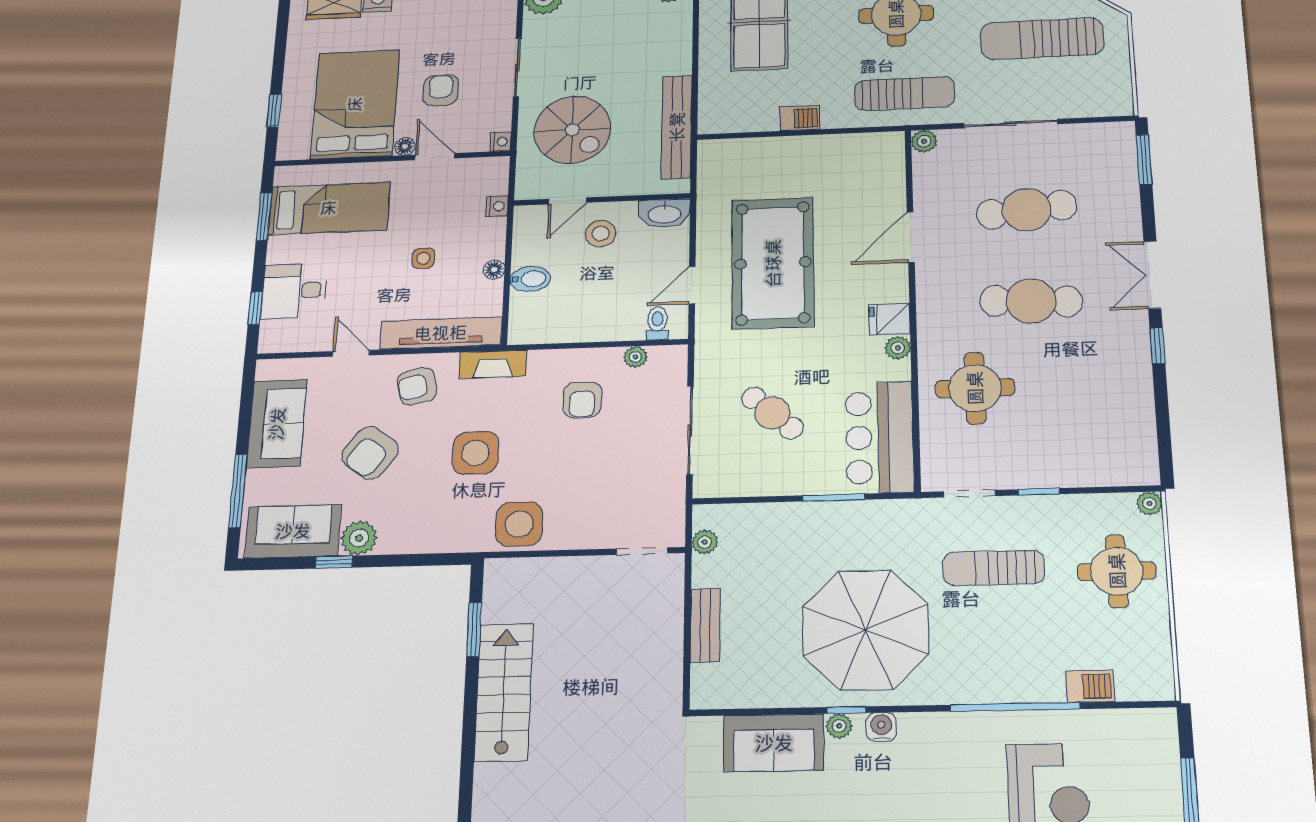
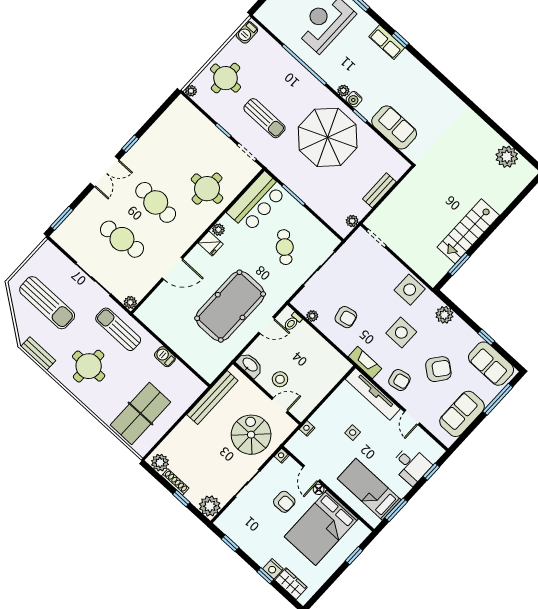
armchair: (441, 90) -> (284, 502), turned -90
floor lamp: (494, 269) -> (331, 402), removed
bidet: (530, 279) -> (322, 385), removed
armchair: (582, 400) -> (346, 317), turned 78
plant: (359, 538) -> (444, 315), moved
barbecue: (1090, 686) -> (247, 32), moved, turned -90
plant: (839, 726) -> (343, 91), moved

